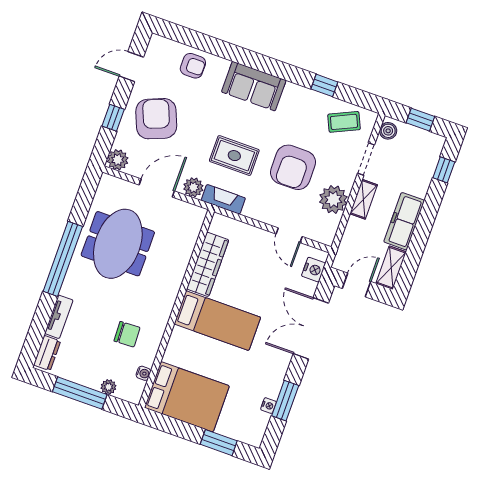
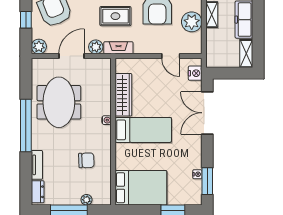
door: (357, 285) -> (227, 73), removed
water cooler: (143, 373) -> (107, 120), moved
window: (285, 401) -> (207, 181), moved

